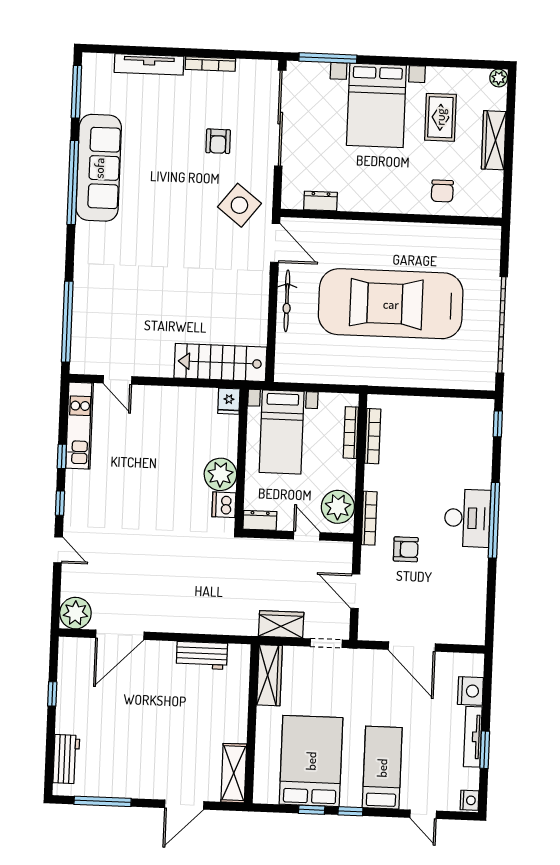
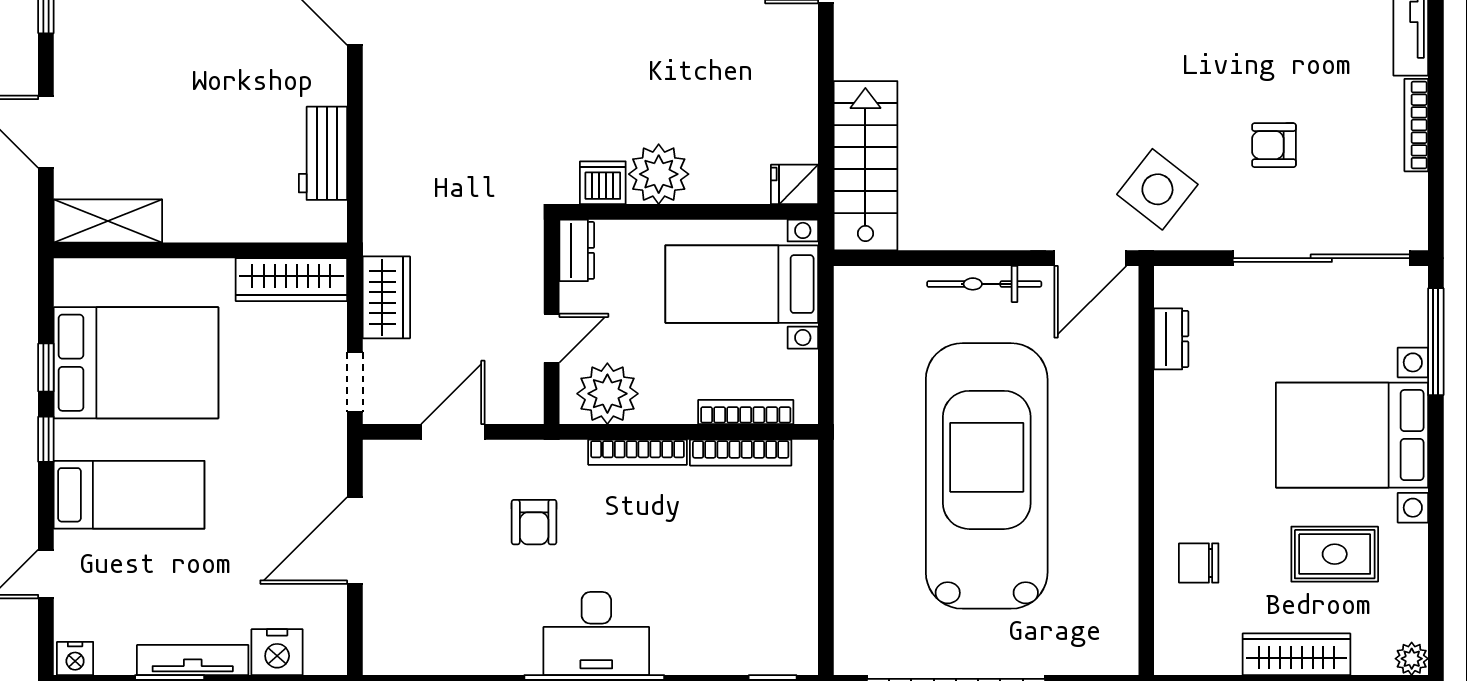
bookcase: (369, 518) -> (638, 452), moved

